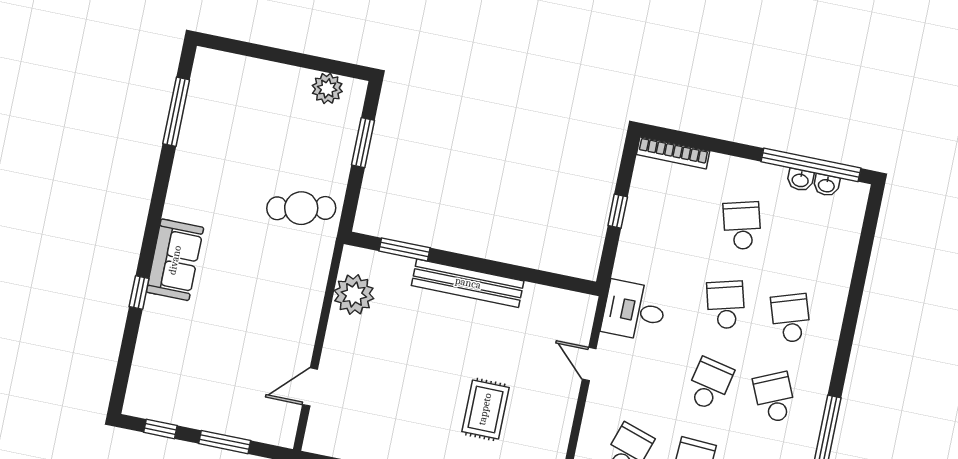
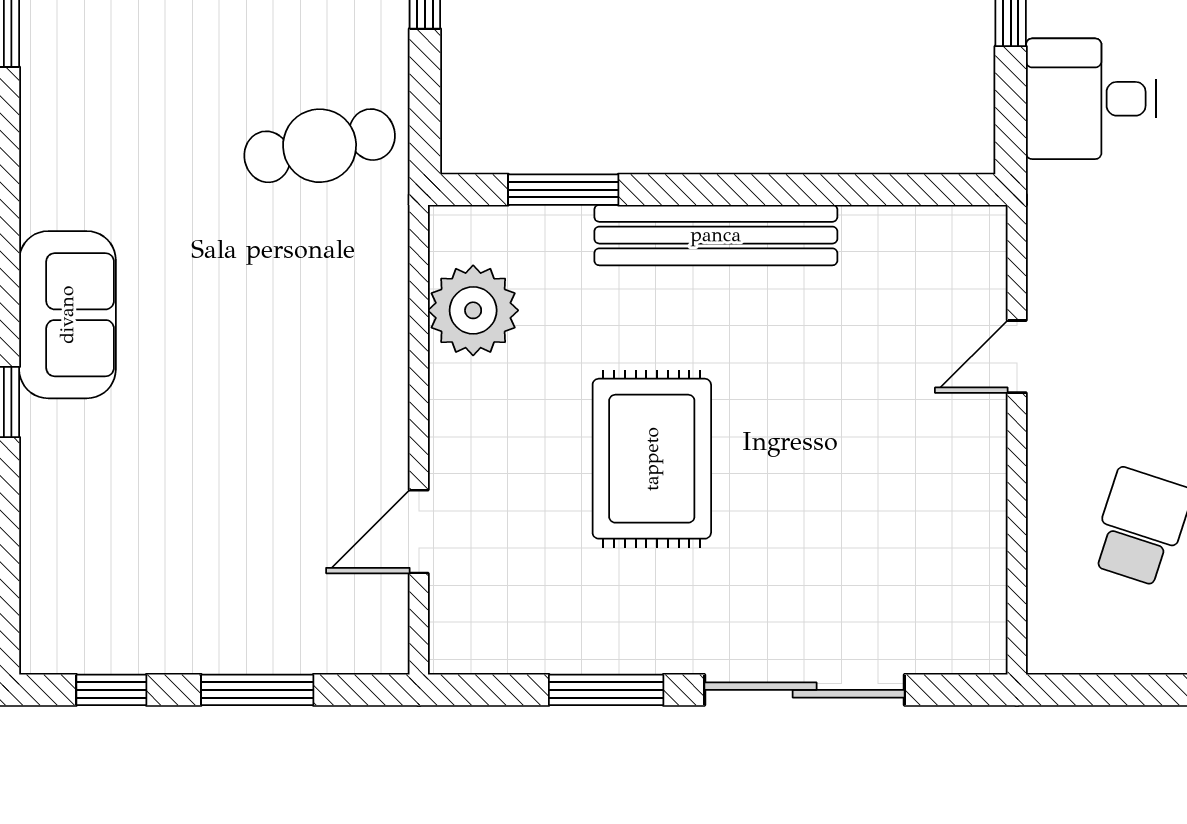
desk: (634, 311) -> (1091, 99), moved
door: (589, 364) -> (1017, 357), hinge flipped
rug: (485, 409) -> (652, 459), moved, width x1.36, depth x1.43

